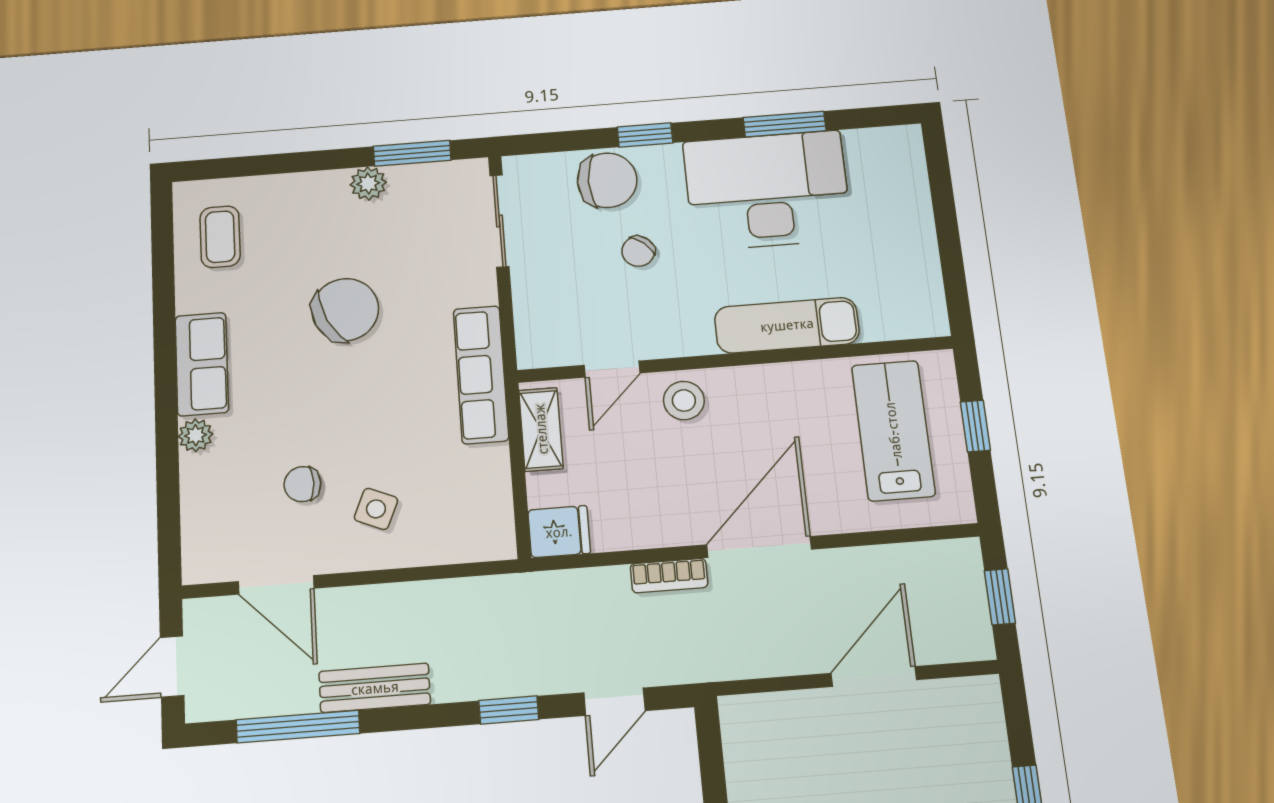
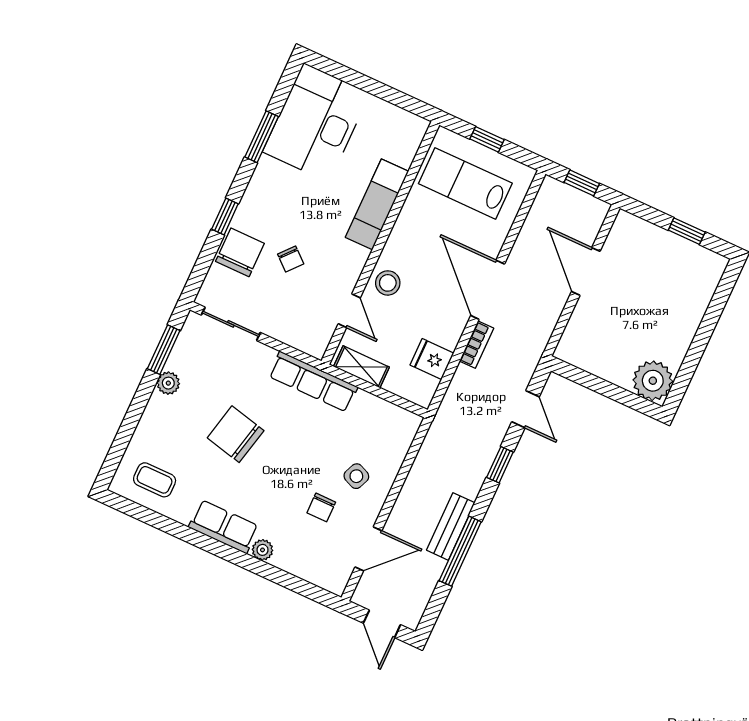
desk: (767, 190) -> (316, 123), moved
chair: (345, 310) -> (236, 434), turned -51
fridge: (559, 532) -> (432, 359), moved, turned -90
window: (298, 727) -> (460, 551), moved

